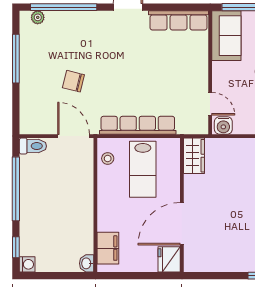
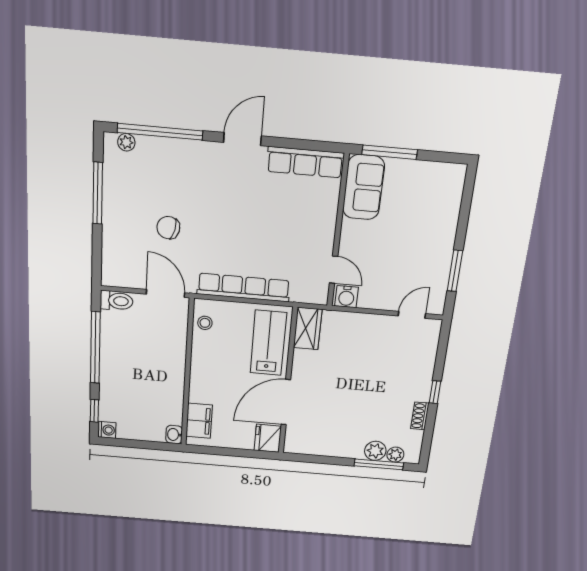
lab bench: (143, 169) -> (268, 343), moved, turned 180

